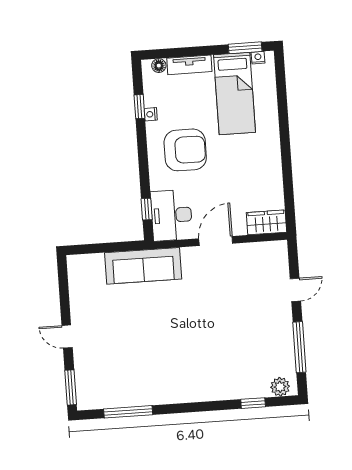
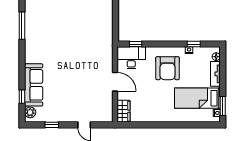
sofa: (143, 266) -> (34, 85), moved, turned 180
window: (299, 347) -> (52, 125), width x0.46

